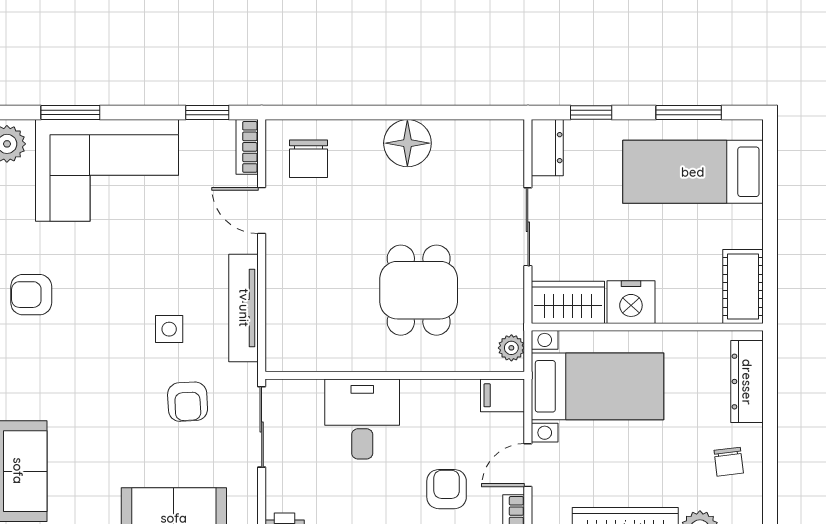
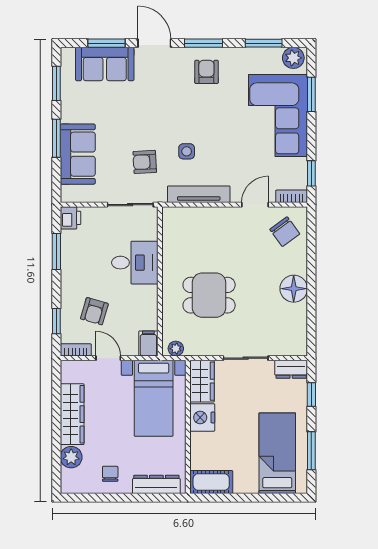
chair: (308, 159) -> (285, 232), turned -126
chair: (729, 462) -> (110, 474), turned 97
armchair: (447, 489) -> (94, 311), turned 106

